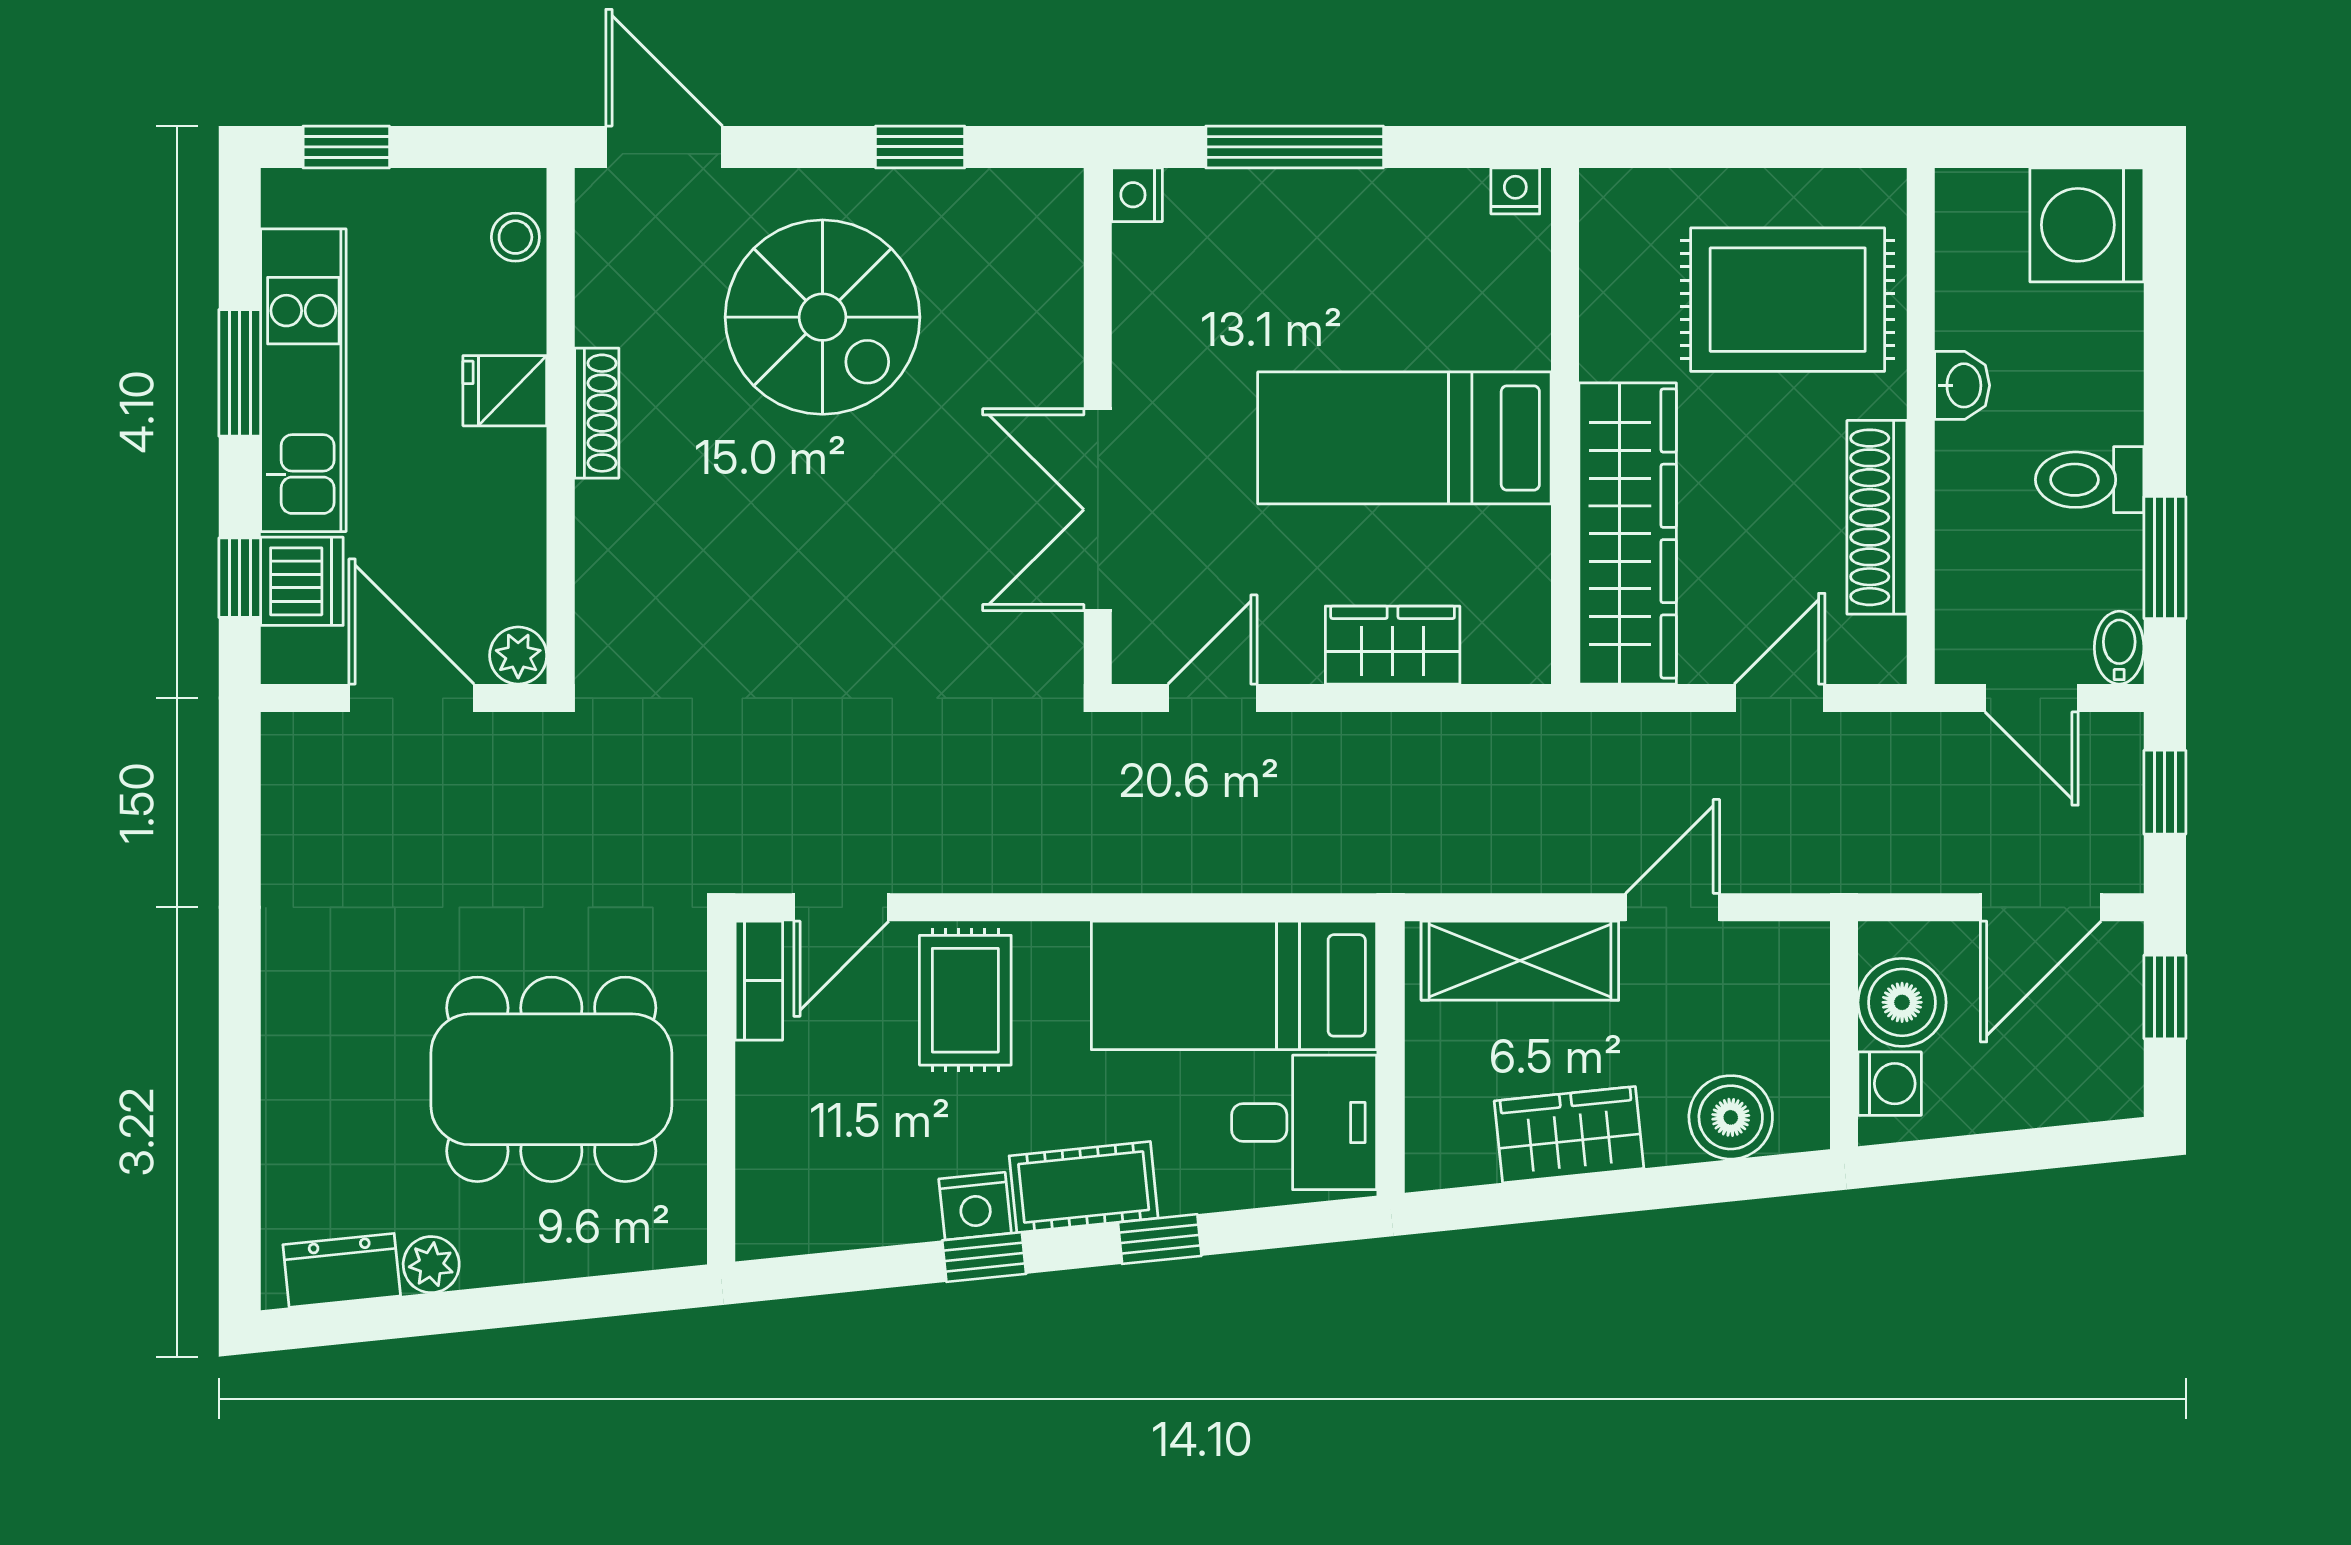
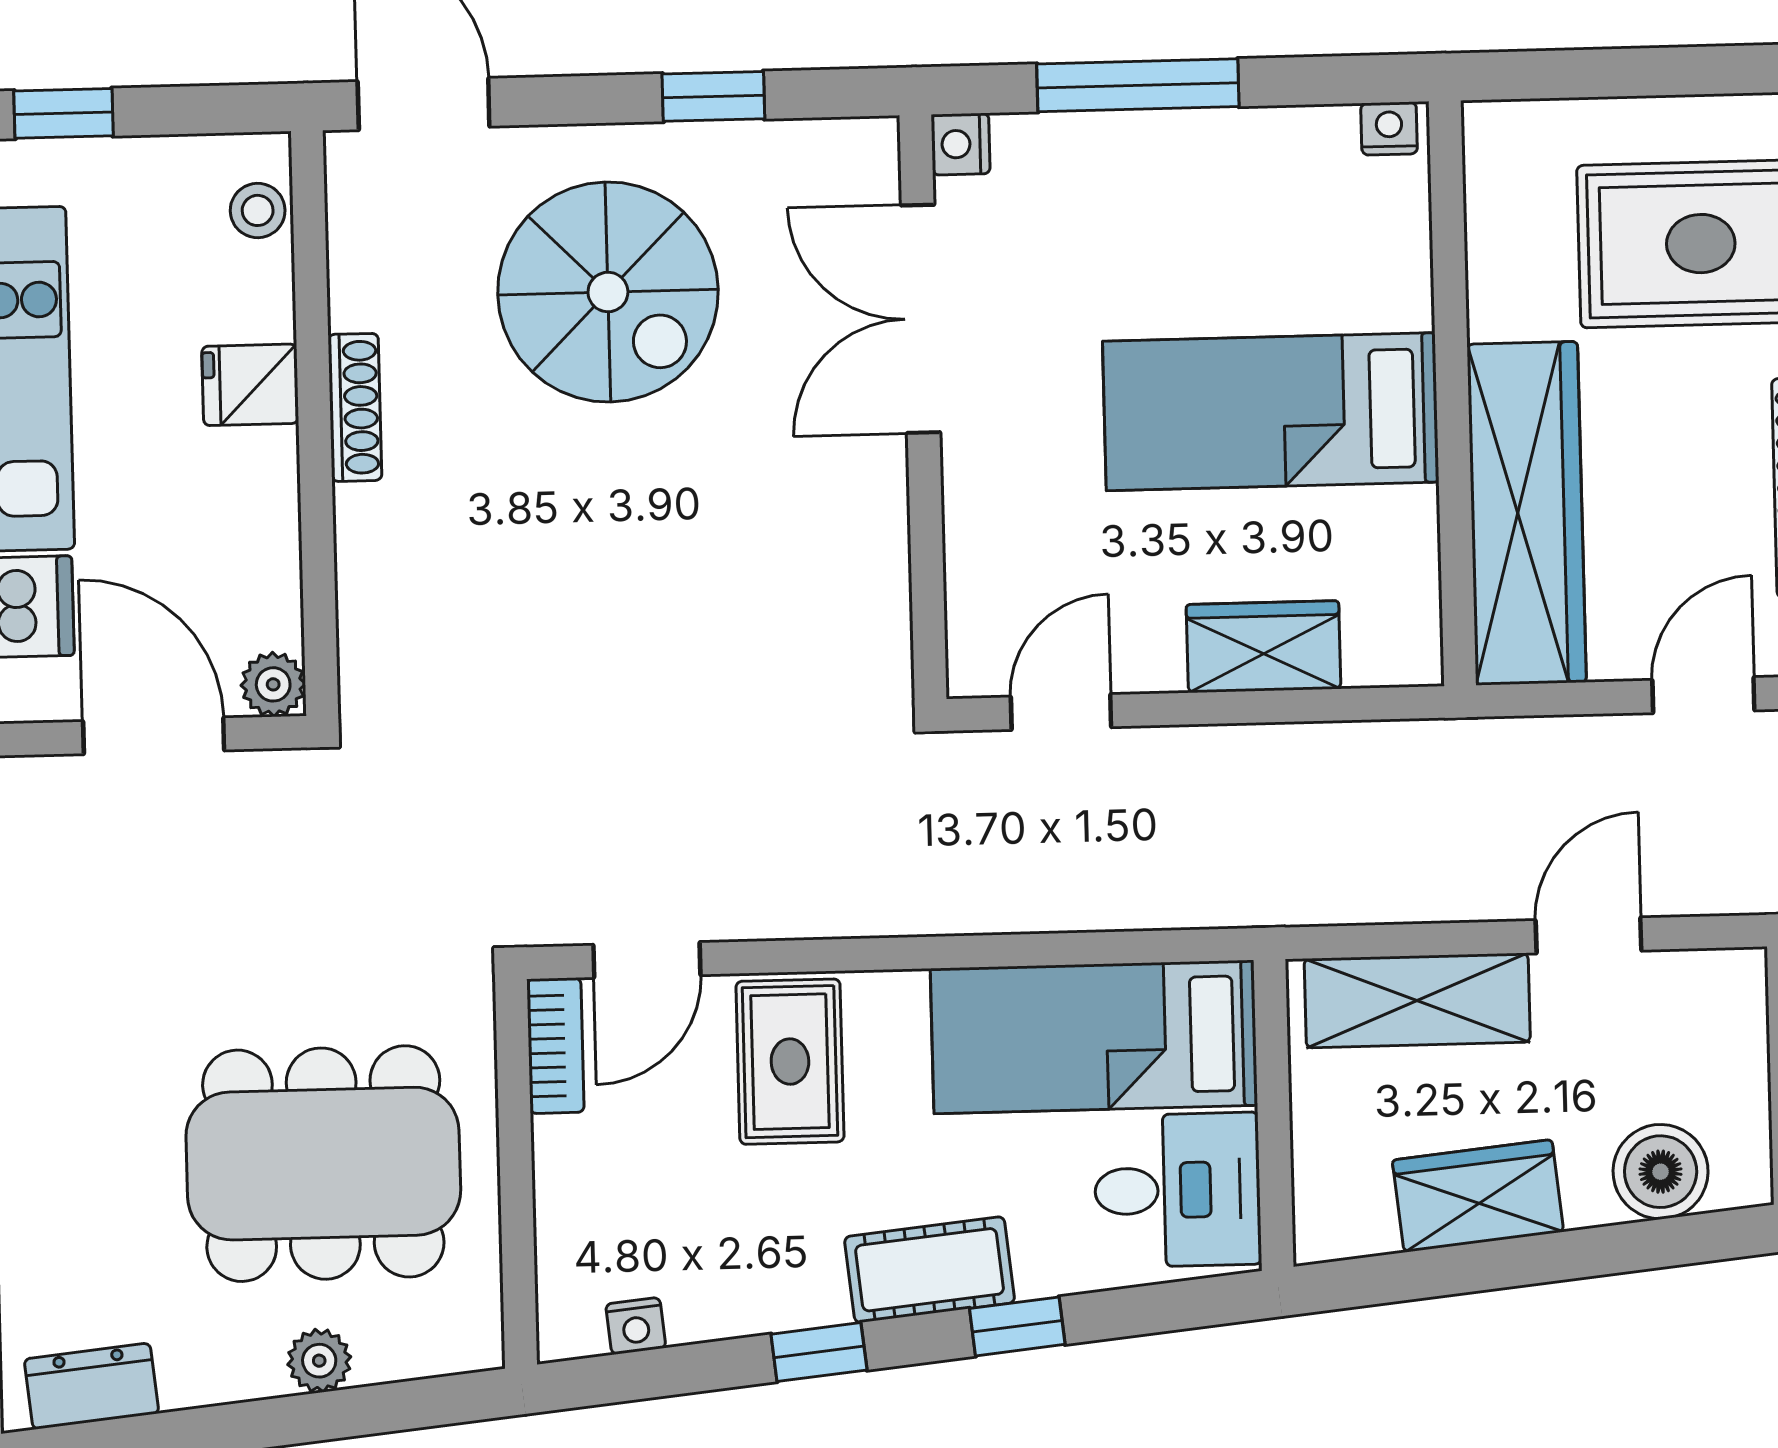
double door: (1098, 510) -> (921, 319), moved
nightstand: (975, 1206) -> (636, 1326), moved, width x0.72, depth x0.74
plant: (431, 1265) -> (319, 1361), moved

